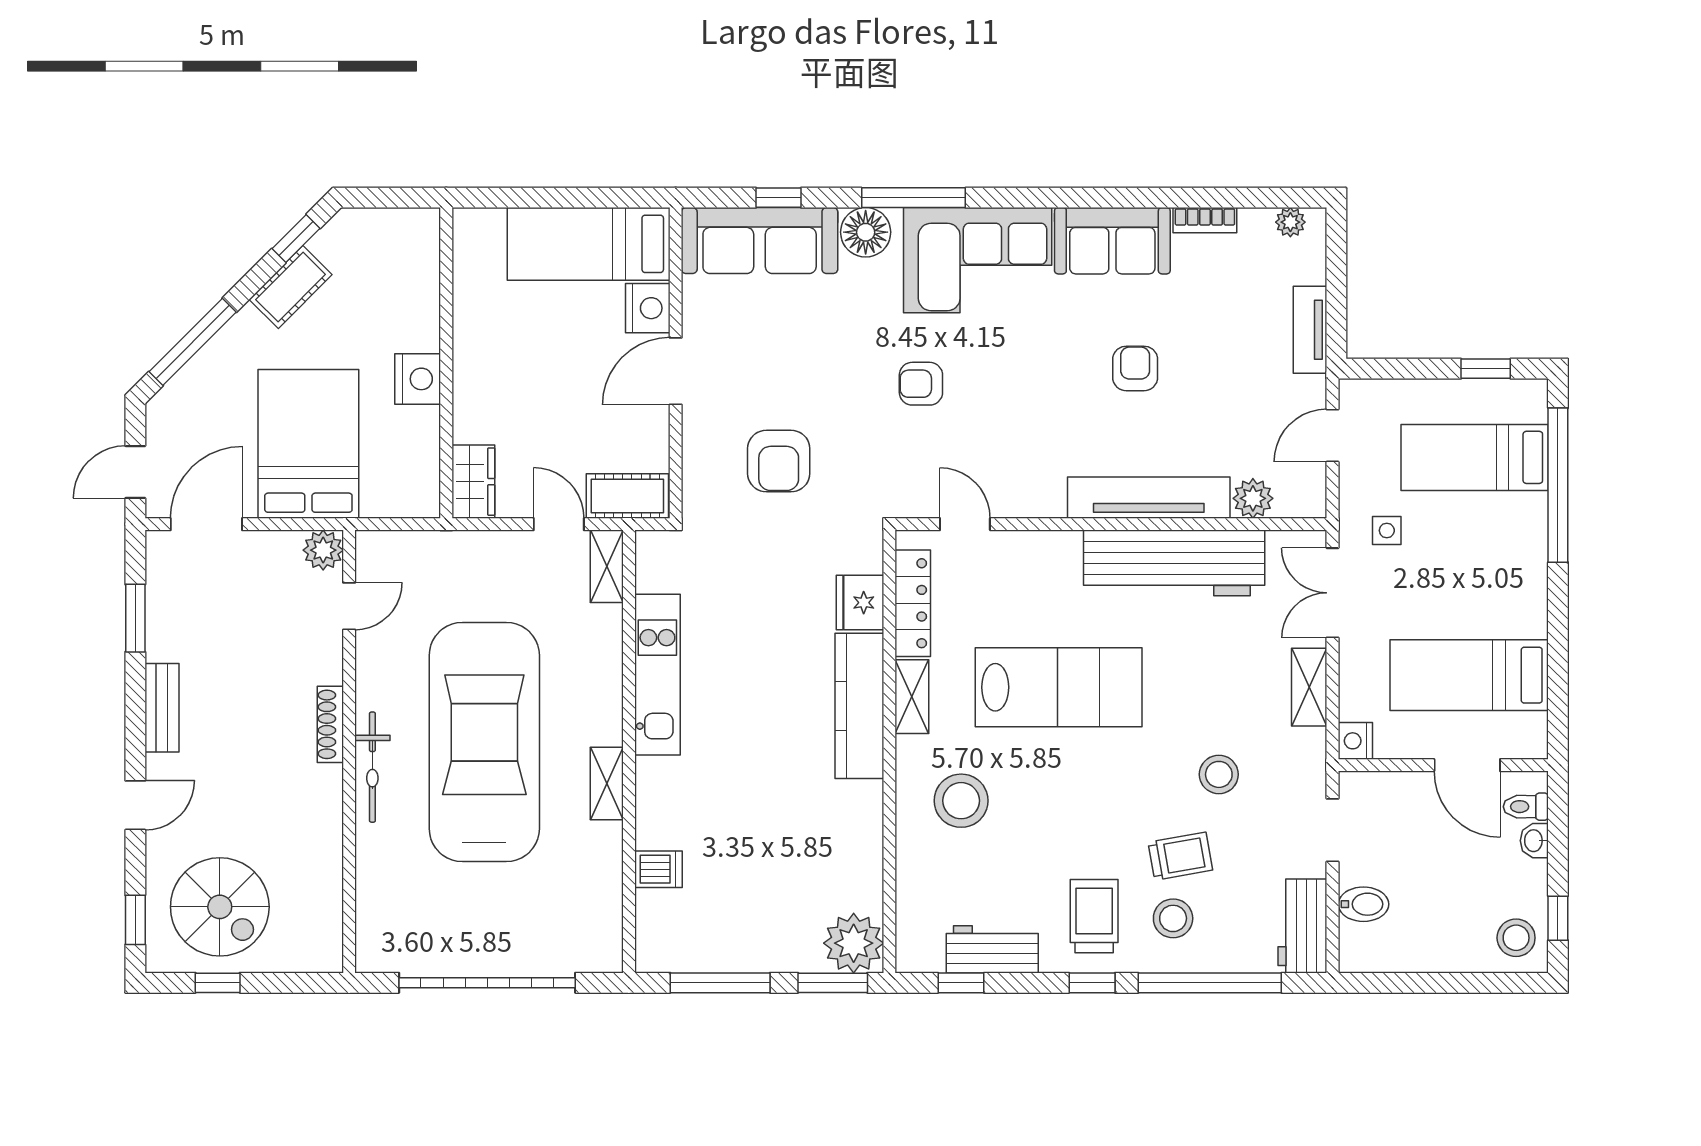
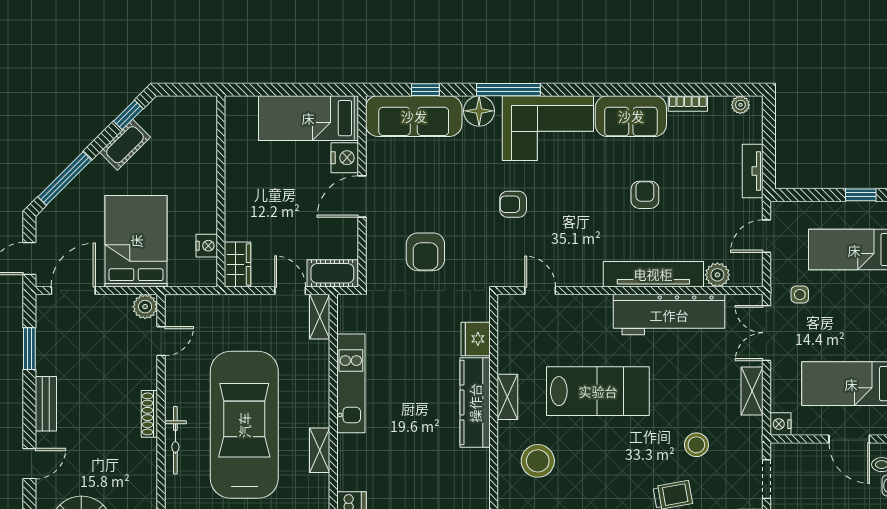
nightstand: (418, 379) -> (207, 246), moved, width x0.74, depth x0.75
locker: (913, 603) -> (508, 339), removed

